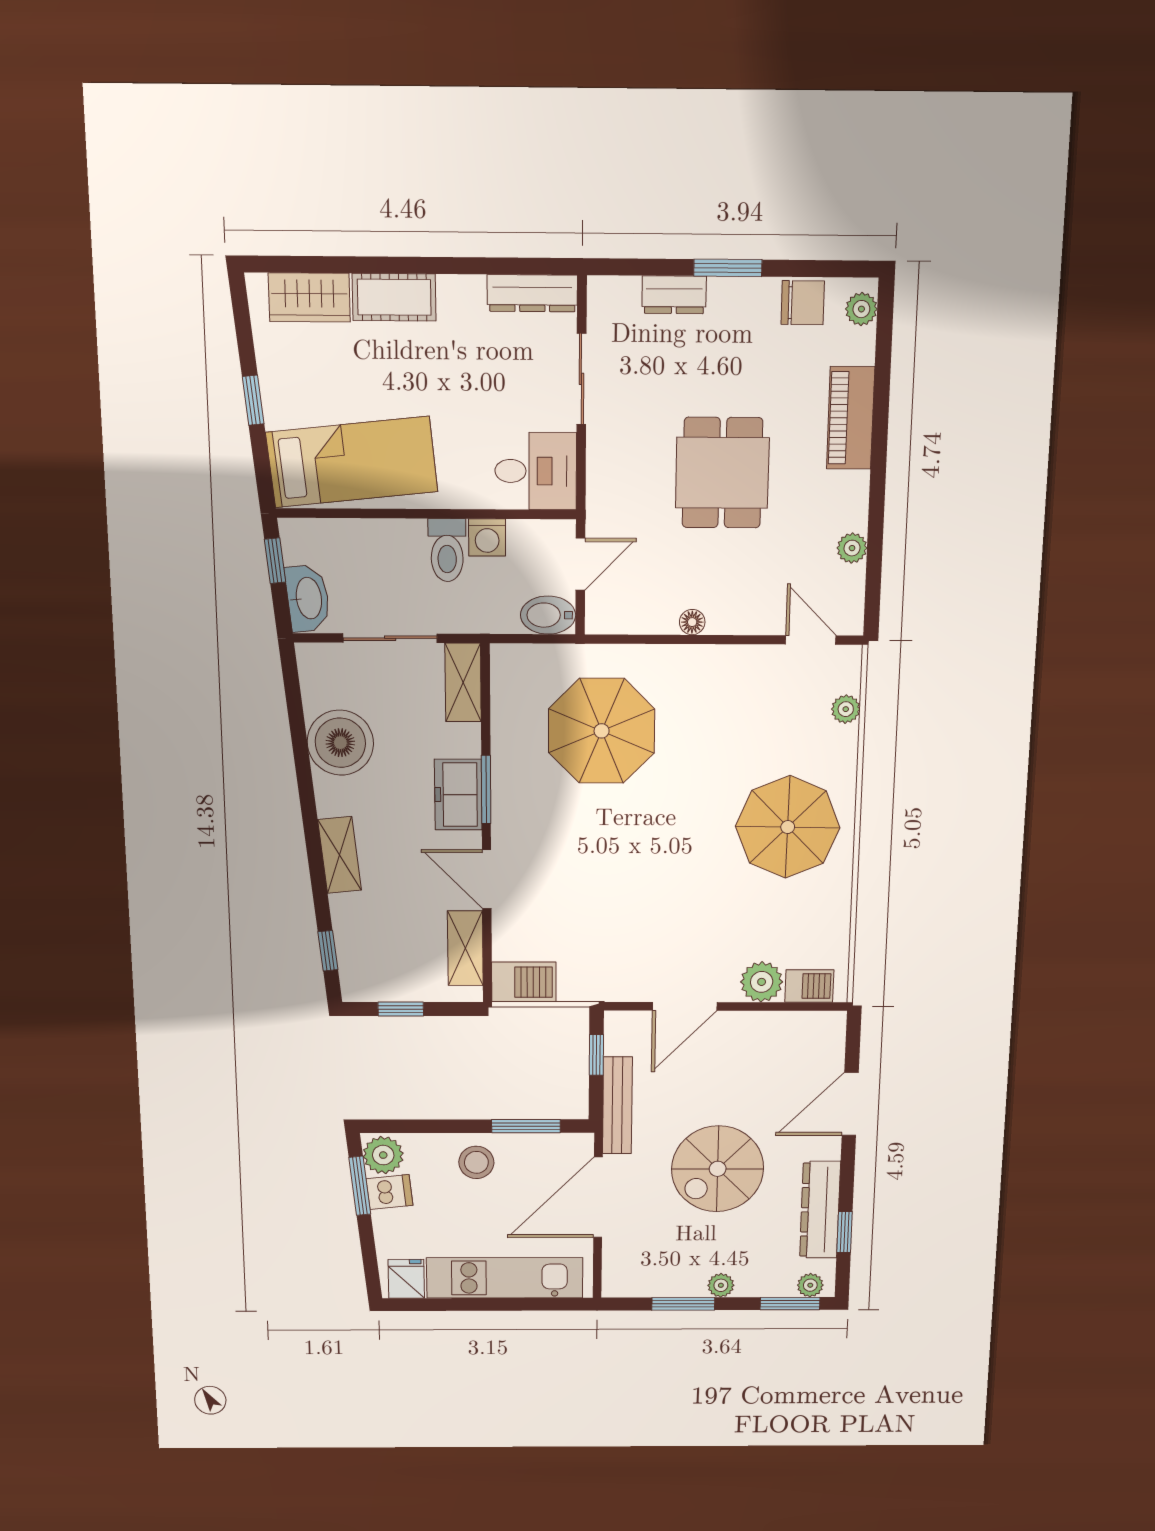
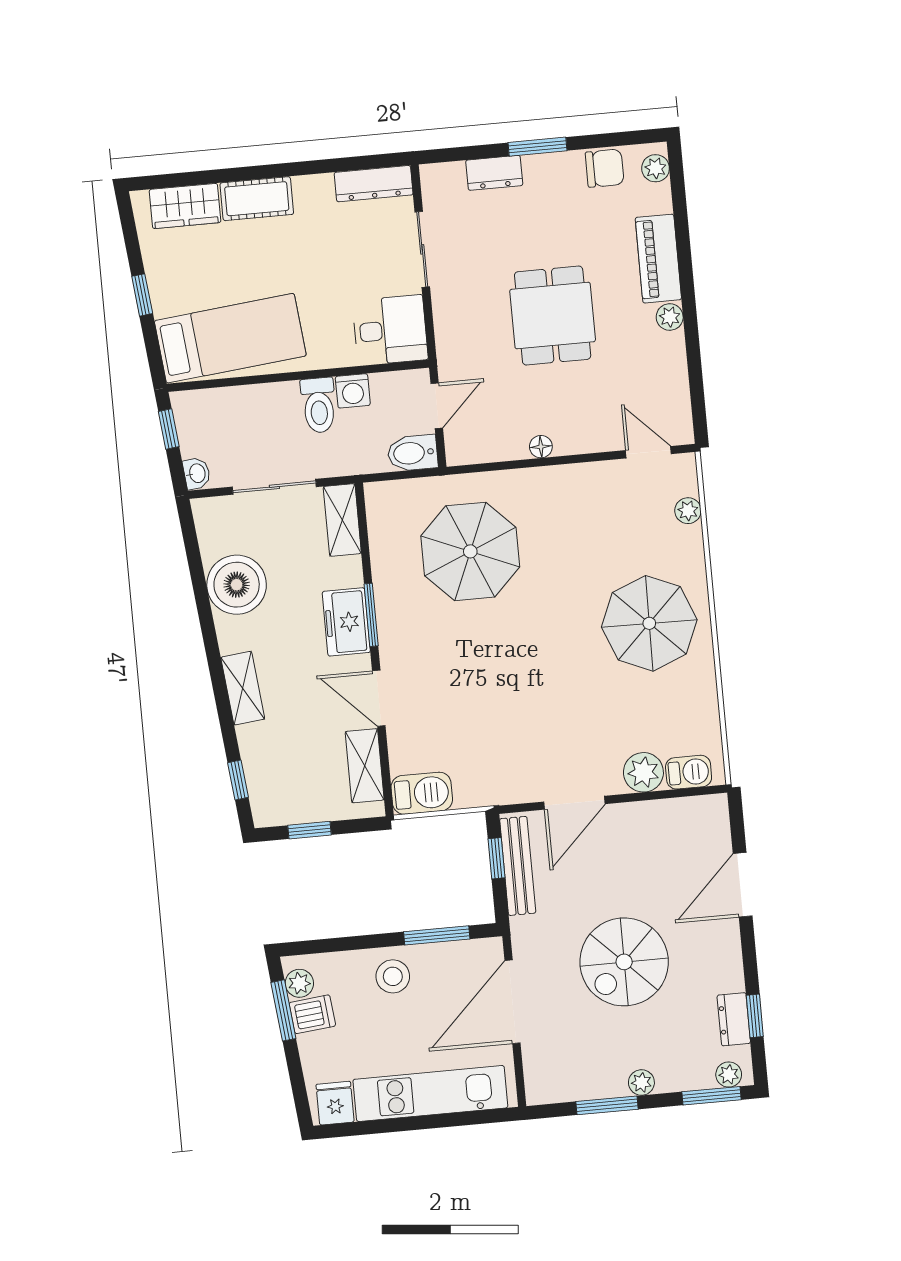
plant: (852, 548) -> (670, 317), moved
washbasin: (308, 598) -> (197, 473), width x0.52, depth x0.69
bench: (617, 1105) -> (518, 866), moved
plant: (383, 1155) -> (299, 983), width x0.73, depth x0.73
dresser: (820, 1210) -> (734, 1019), width x0.51, depth x0.80

